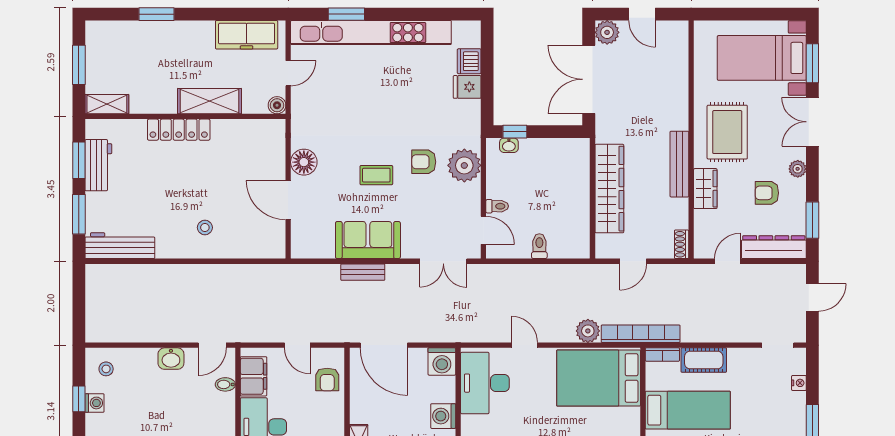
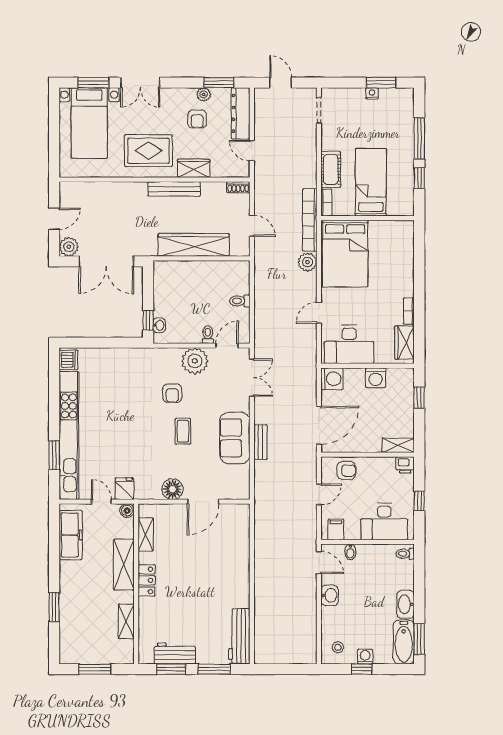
dishwasher: (469, 61) -> (69, 360), moved, turned -90
fridge: (467, 87) -> (124, 489), moved, turned 180
shelving: (107, 104) -> (126, 621), moved
shelving: (247, 128) -> (146, 534), added
locker: (179, 130) -> (147, 580), width x0.66
plant: (464, 165) -> (195, 361), moved
plant: (798, 169) -> (204, 94), moved
stool: (205, 228) -> (225, 568), removed
filing cabinet: (254, 376) -> (336, 529), width x0.50
nightstand: (799, 383) -> (372, 93), moved

